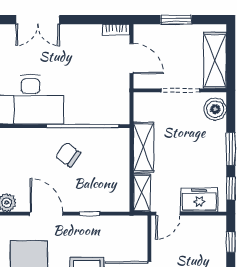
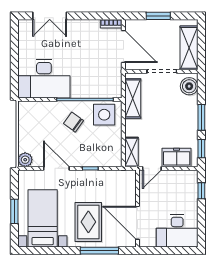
door: (132, 59) -> (123, 46), width x1.36
side table: (107, 145) -> (104, 115), added
shelving: (143, 147) -> (133, 98), moved

